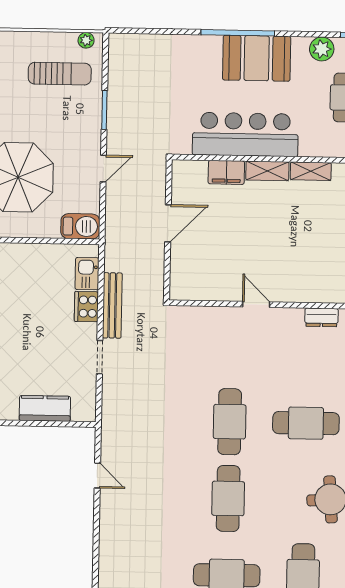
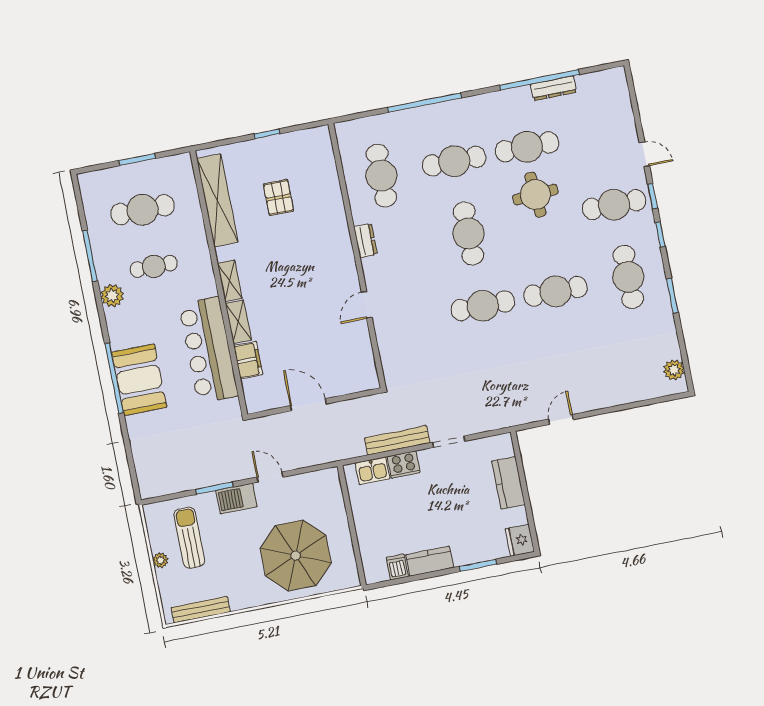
plant: (86, 40) -> (160, 560), moved
booth: (257, 58) -> (139, 380), moved
barbecue: (80, 226) -> (236, 499), moved, turned -90

